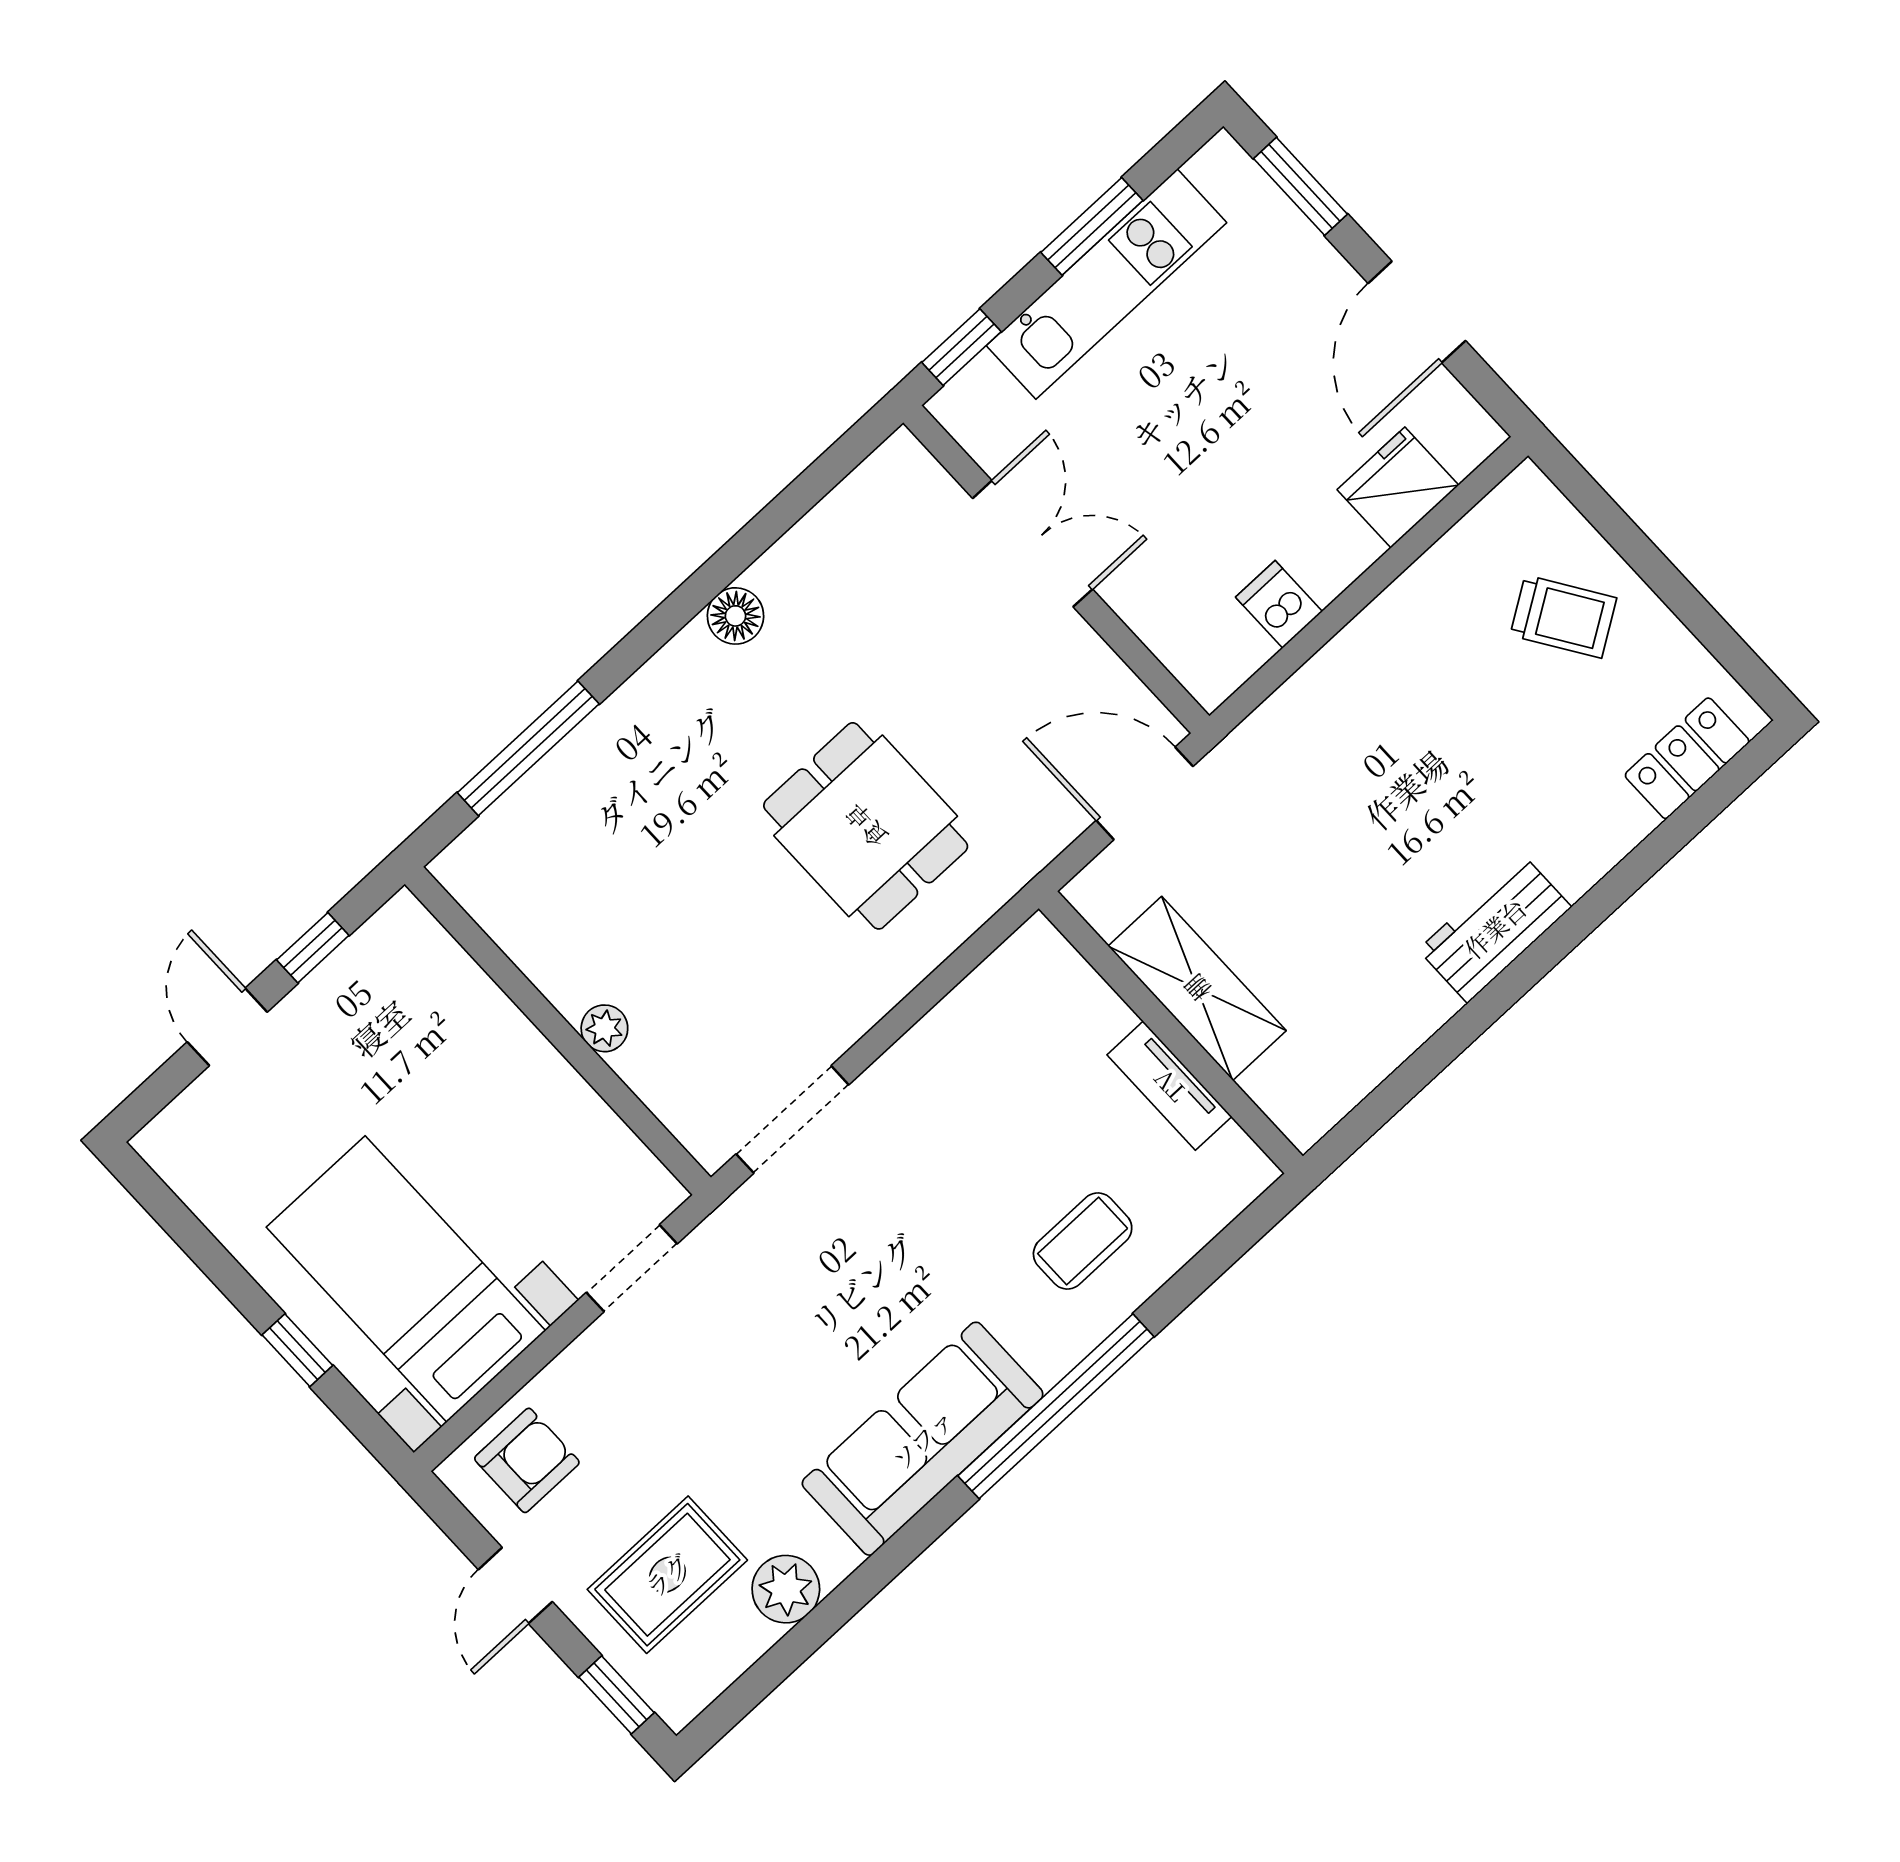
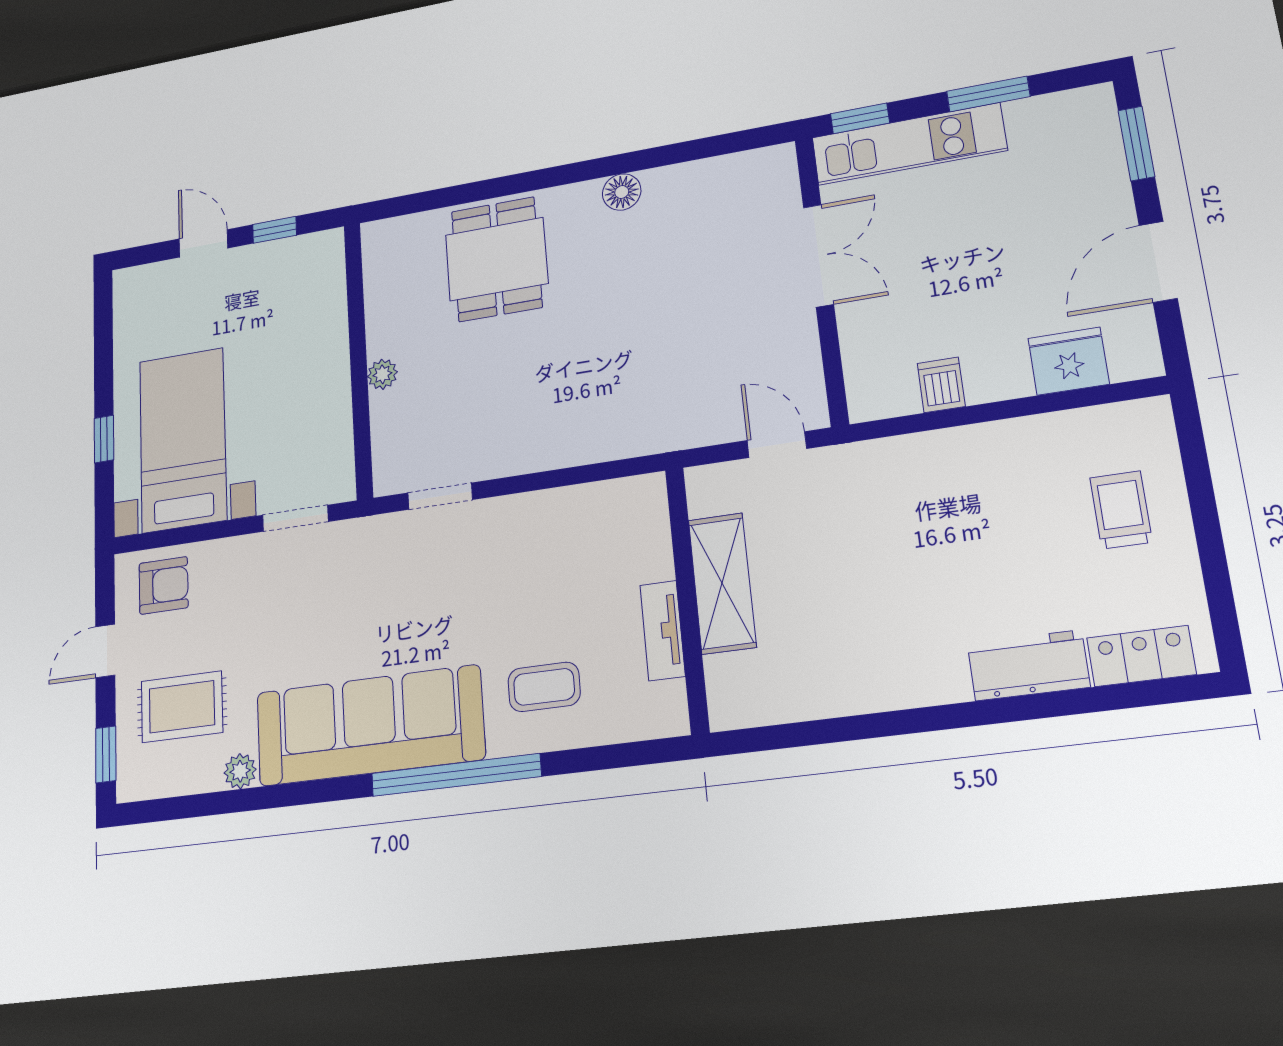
kitchen unit: (1106, 284) -> (909, 144), moved
trolley: (1563, 617) -> (1121, 510), turned -147
window: (528, 748) -> (460, 195), removed
door: (1145, 793) -> (777, 445), width x0.73
dining table: (866, 826) -> (497, 259), moved
workbench: (1495, 928) -> (1028, 665), moved
door: (227, 1027) -> (203, 243), hinge flipped
doorway: (792, 1119) -> (440, 496), width x0.73
sofa: (923, 1439) -> (369, 726), width x1.36, depth x1.27
plant: (786, 1589) -> (240, 771), width x0.73, depth x0.73

